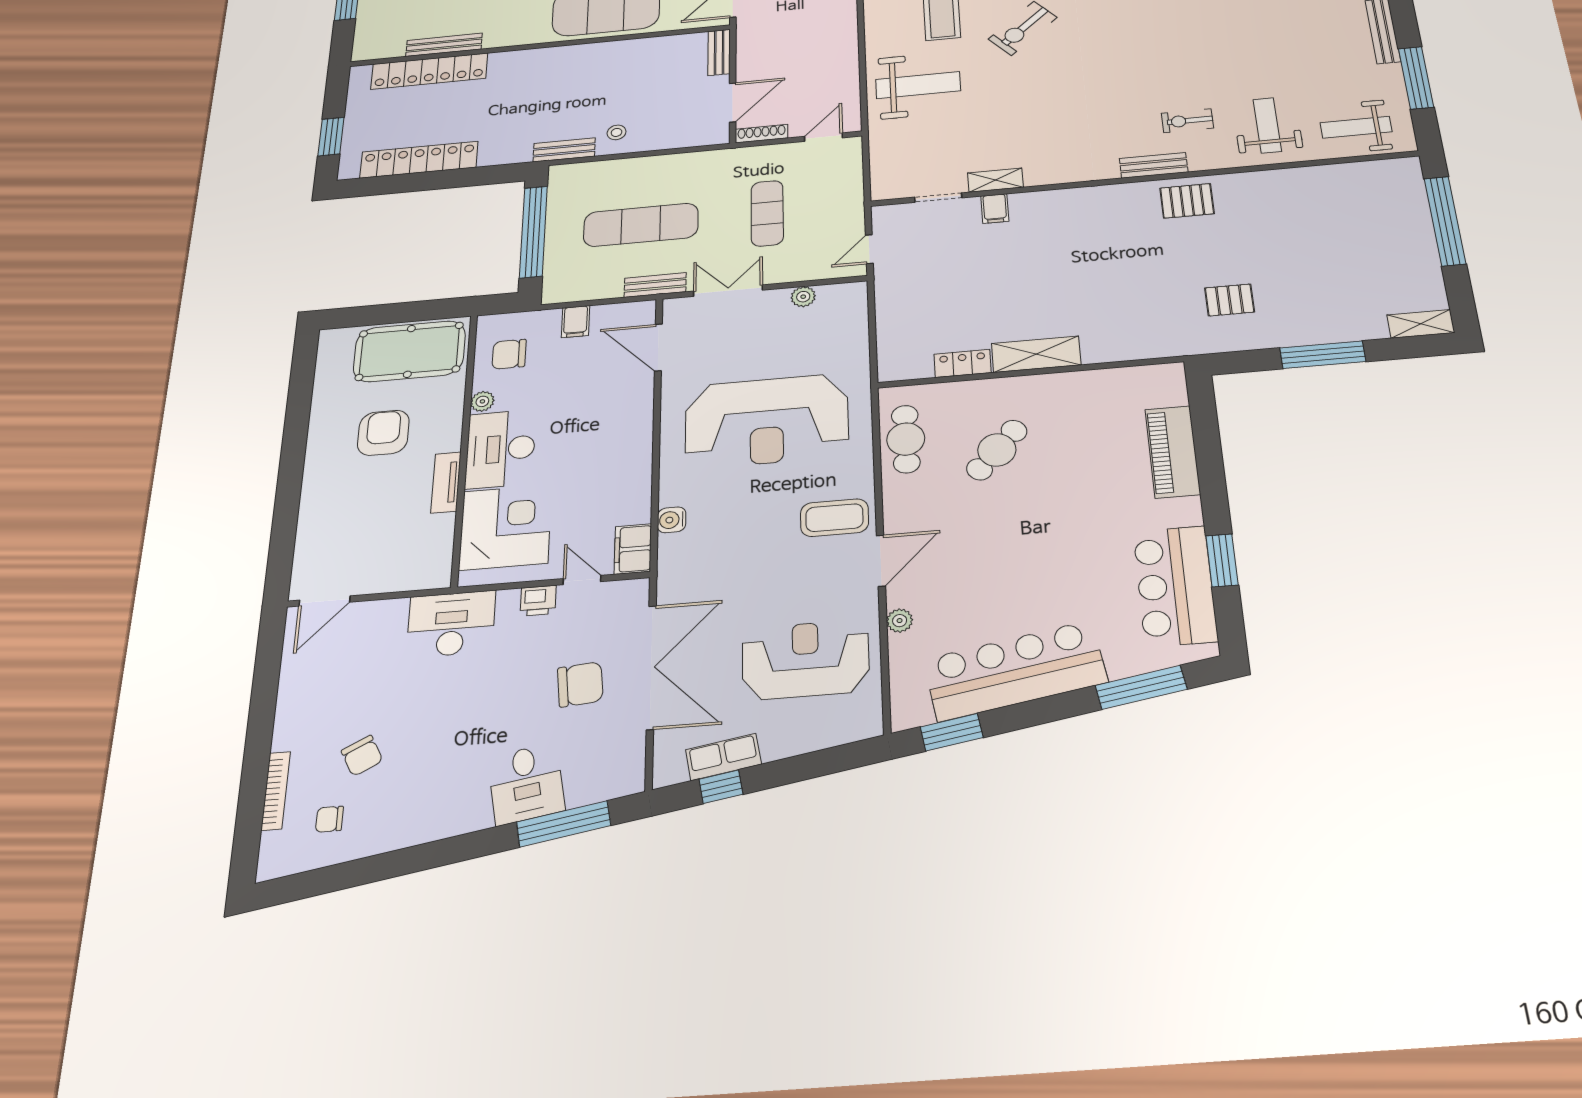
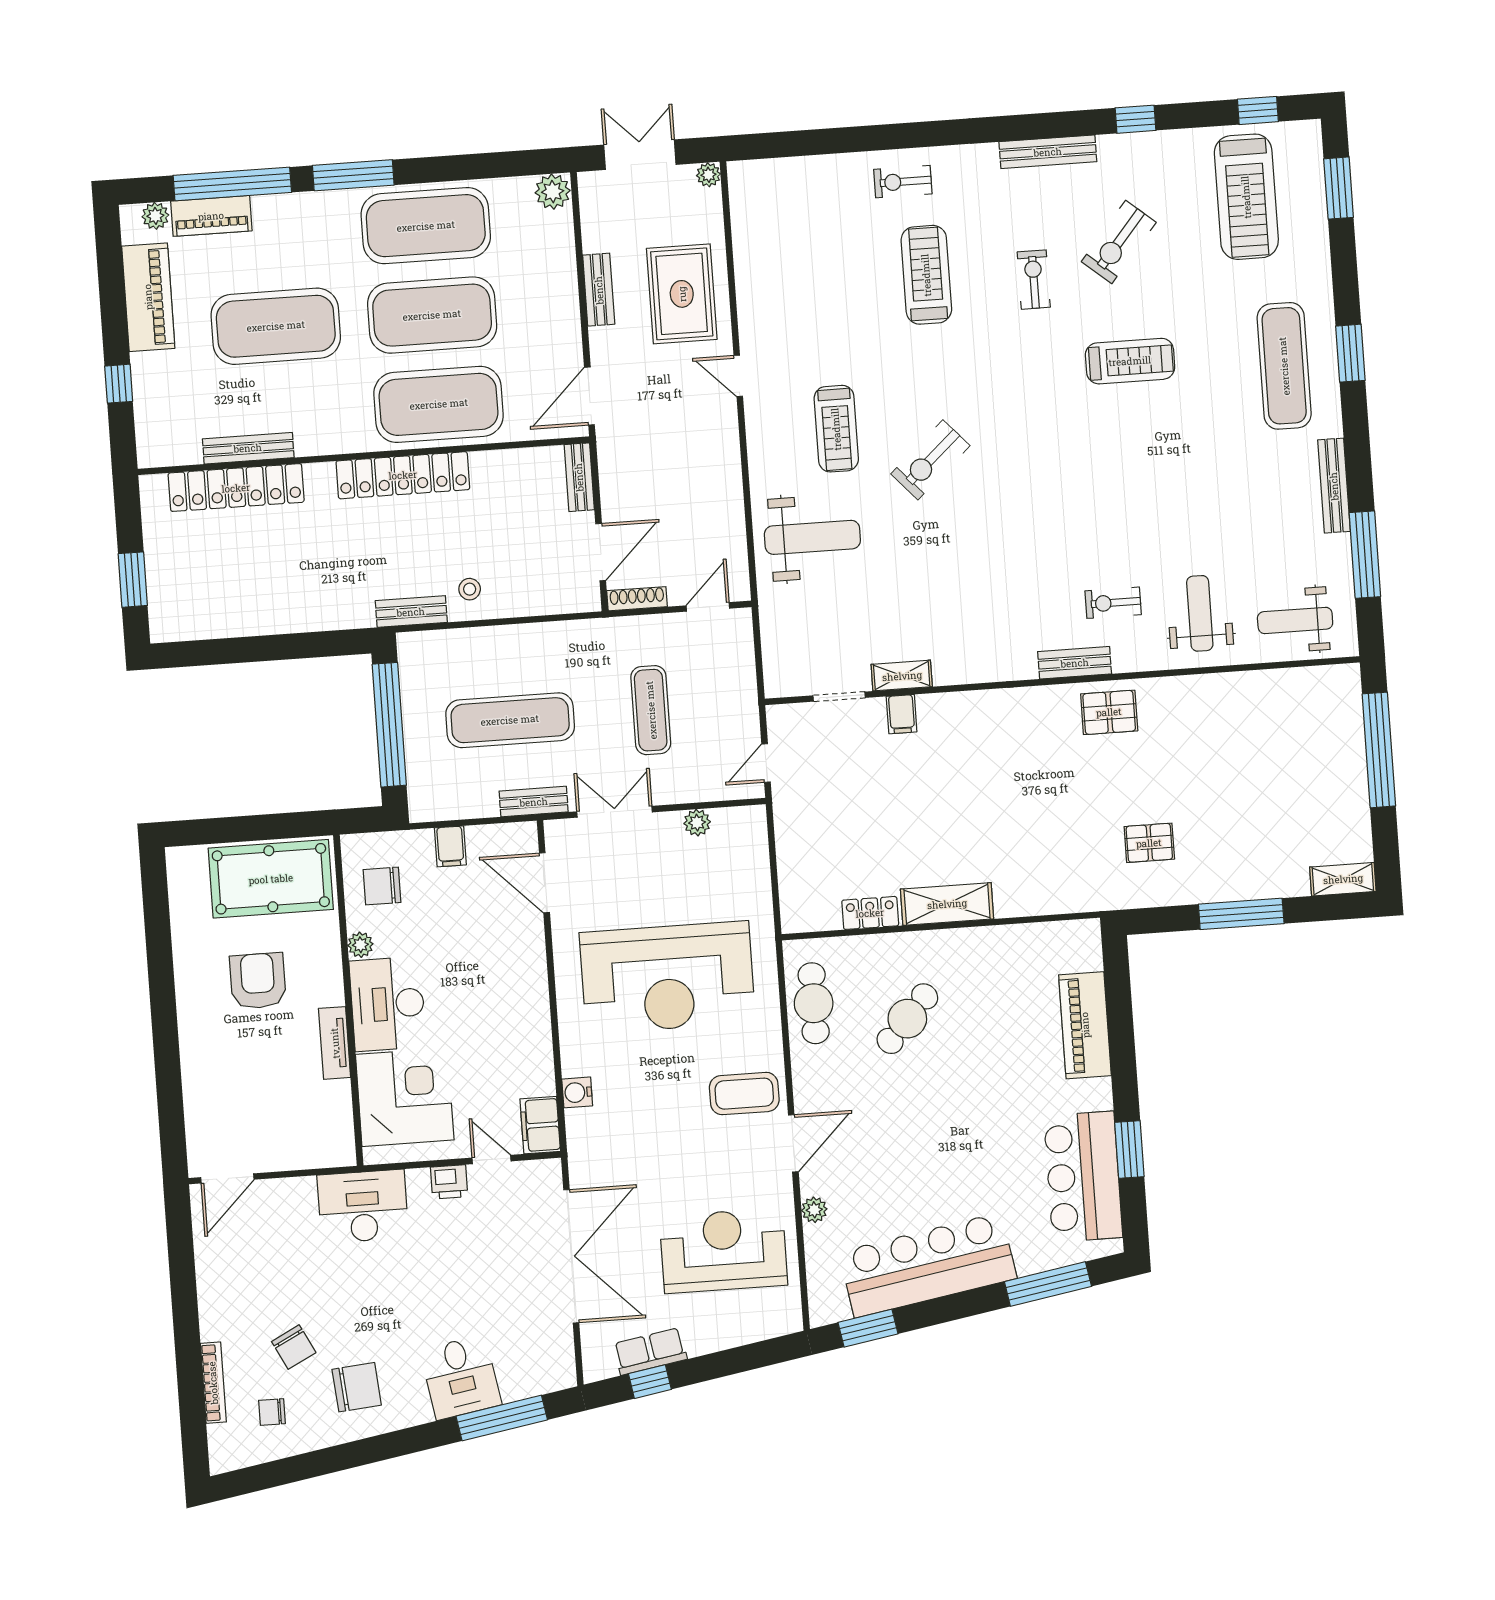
locker: (419, 160) -> (403, 475), moved, turned 180
chair: (580, 684) -> (357, 1387), moved

